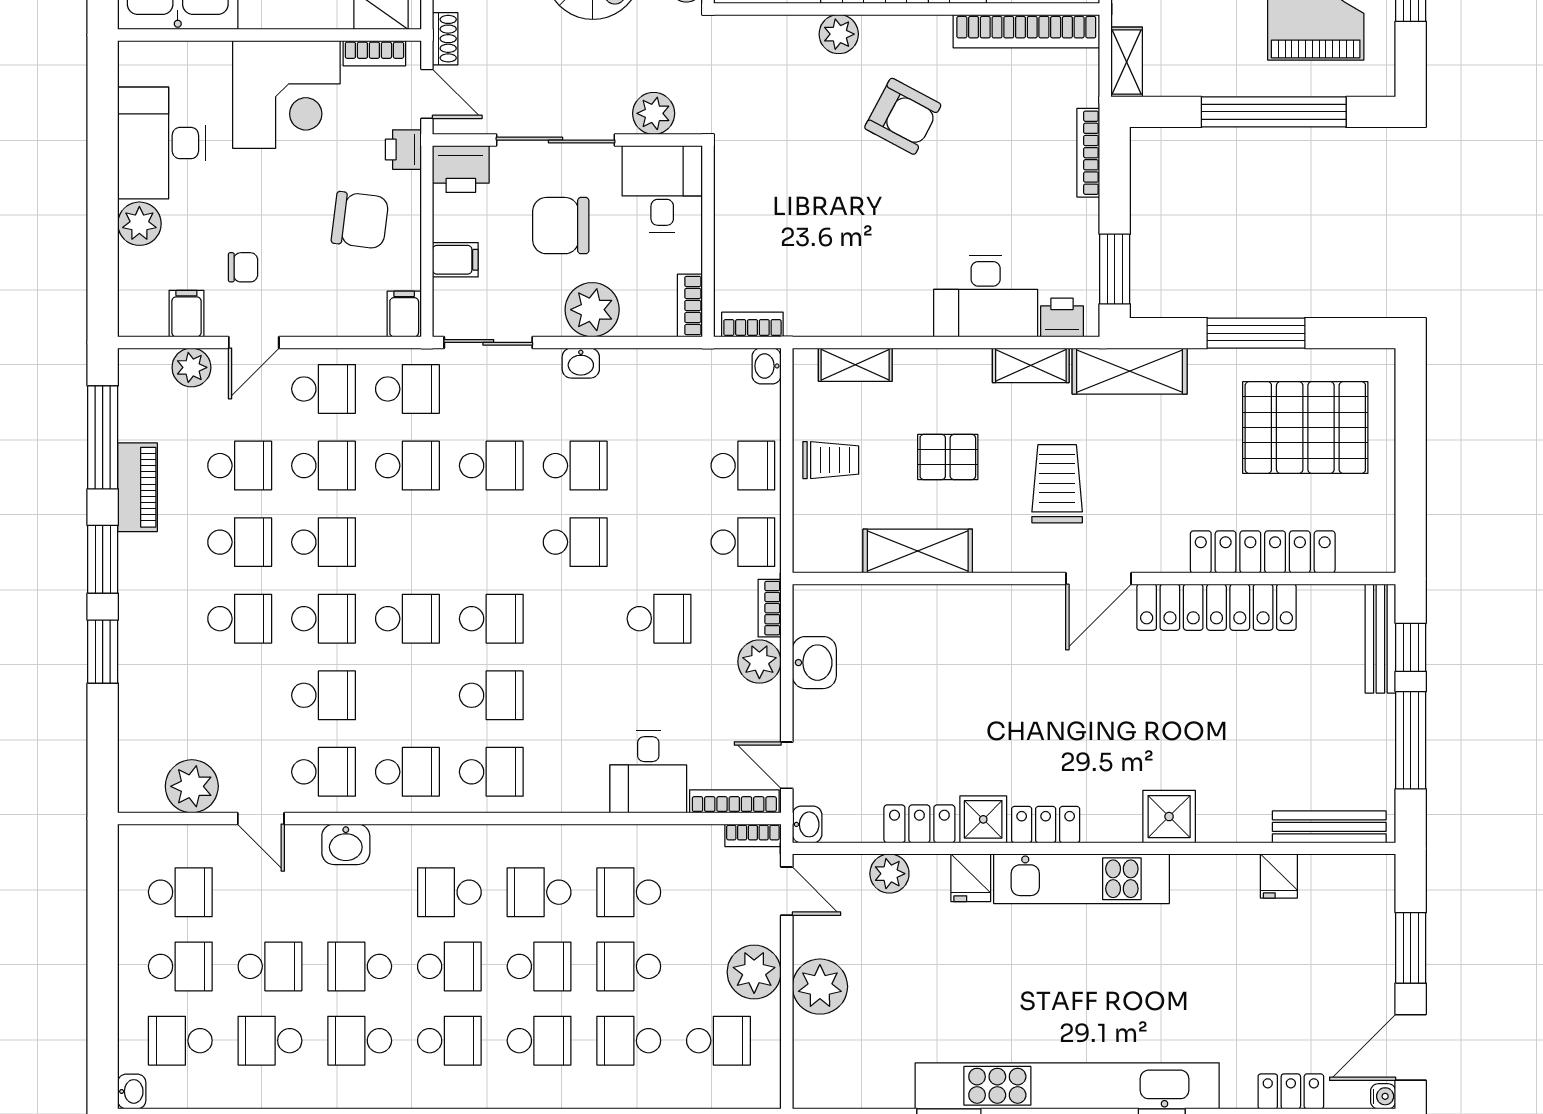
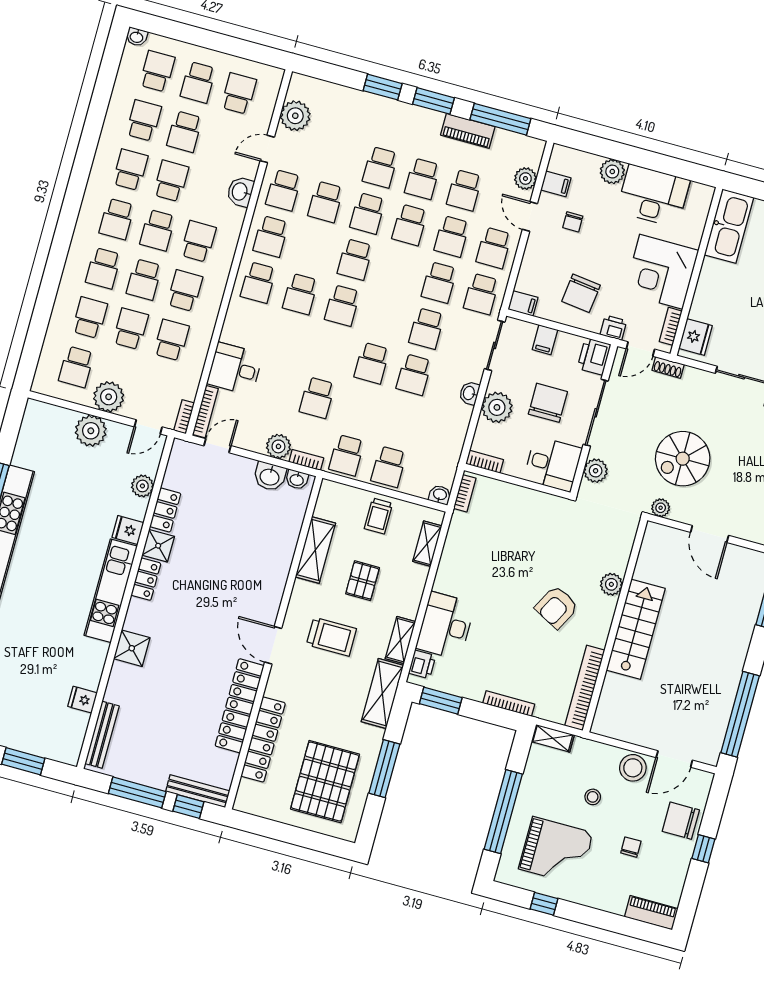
washbasin: (807, 824) -> (297, 480), moved
school desk: (180, 892) -> (239, 93), turned 180

